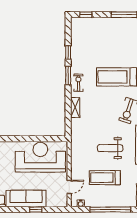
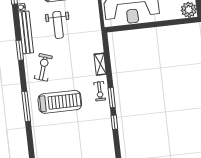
weight bench: (110, 148) -> (58, 25), turned 90

